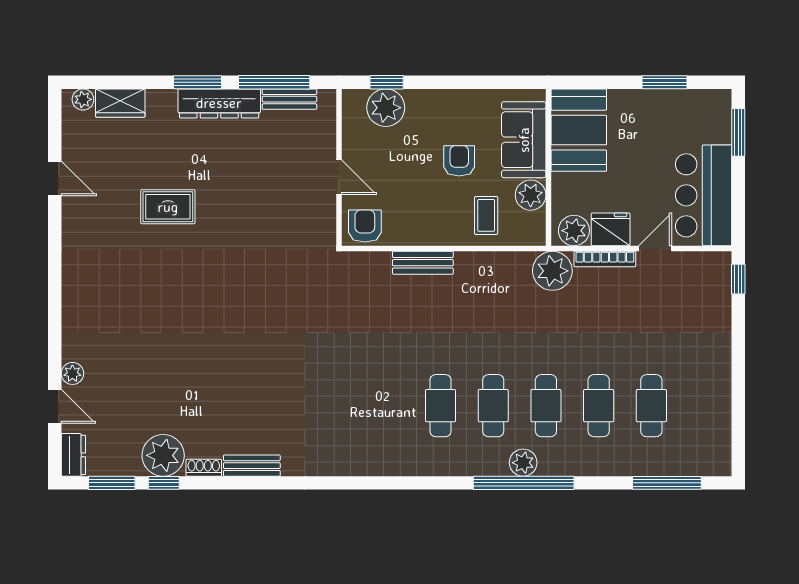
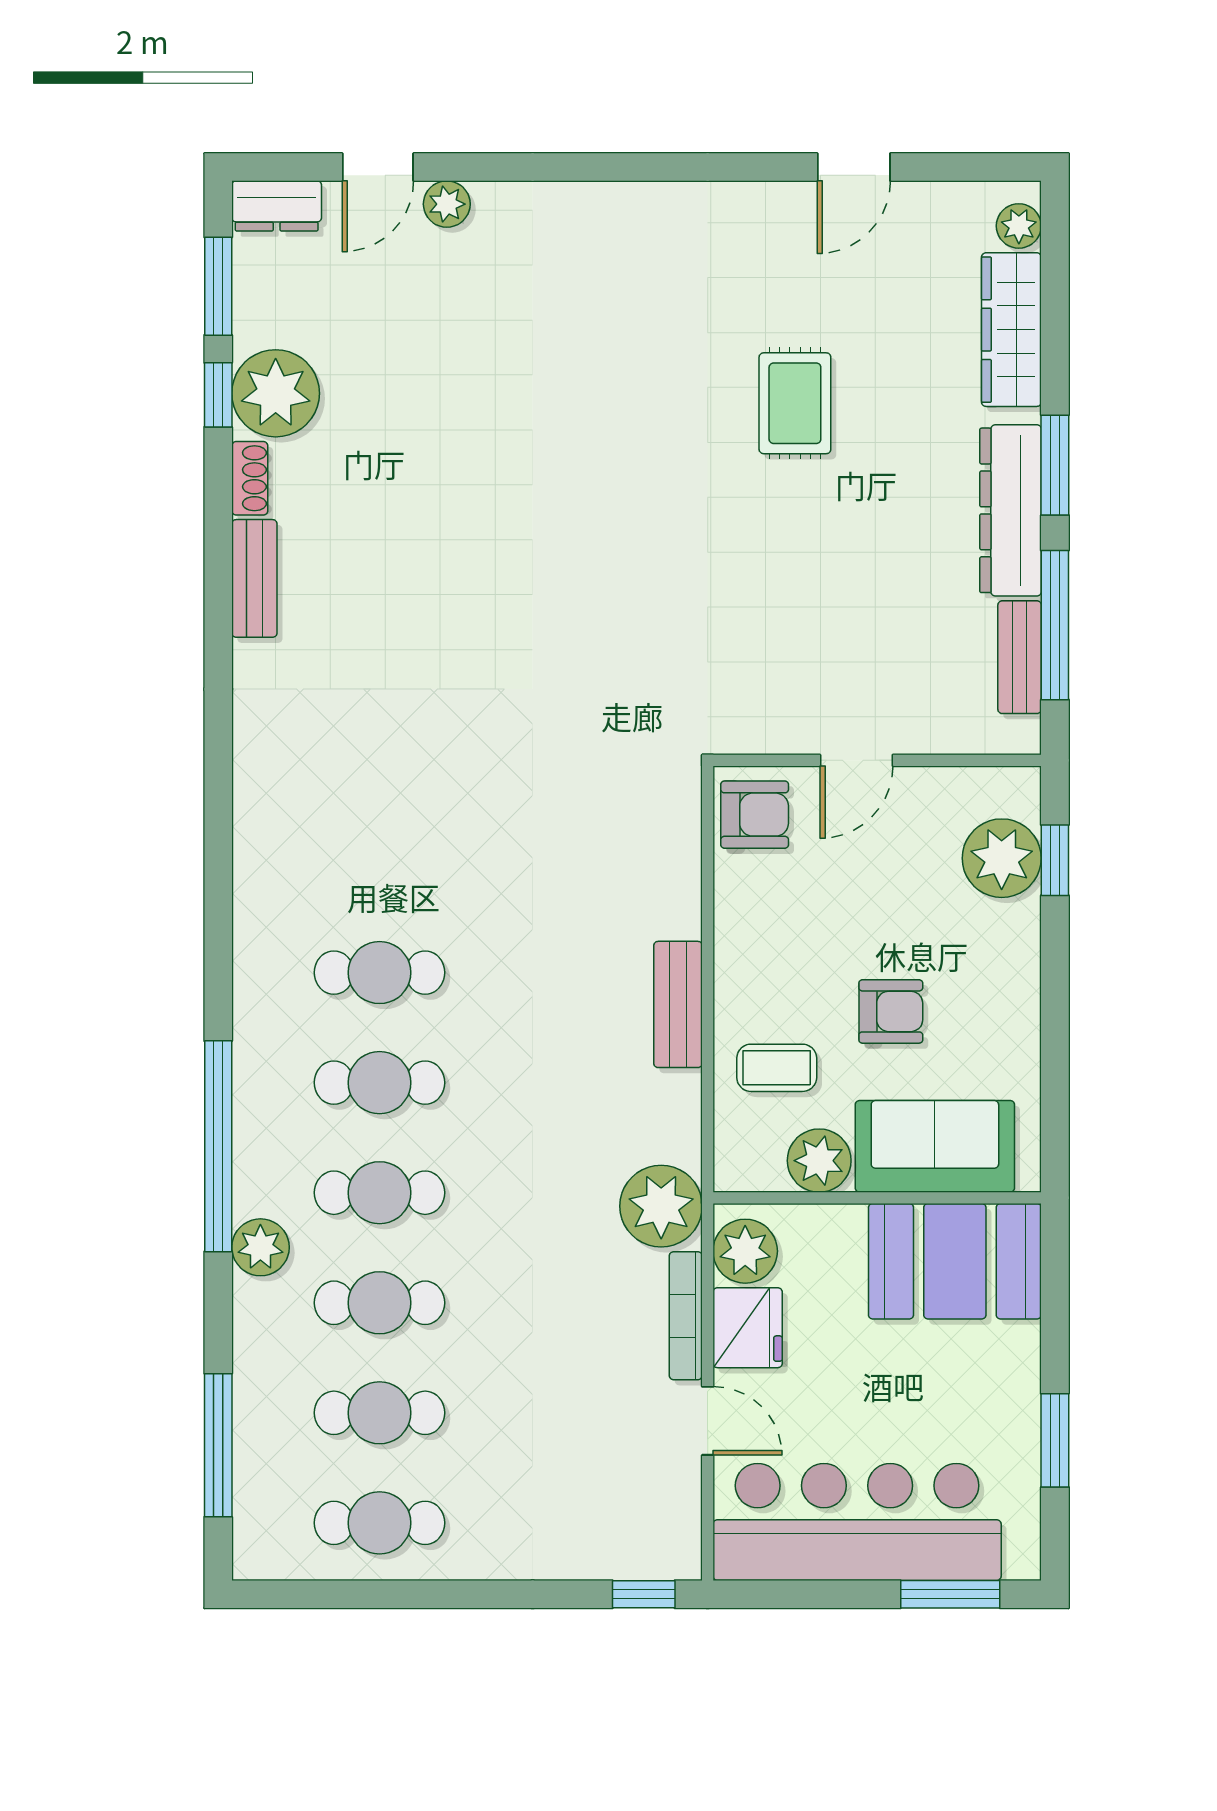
wardrobe: (120, 103) -> (1011, 330), width x1.50
bar counter: (704, 195) -> (857, 1522), width x1.36
bench: (423, 263) -> (678, 1004), moved
cafe table: (704, 406) -> (380, 1523), added
plant: (523, 463) -> (260, 1247), moved

